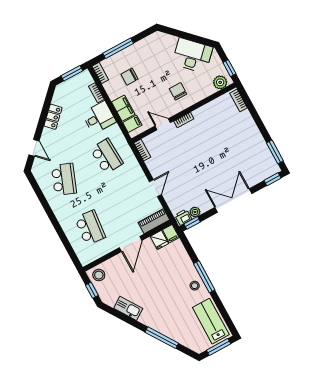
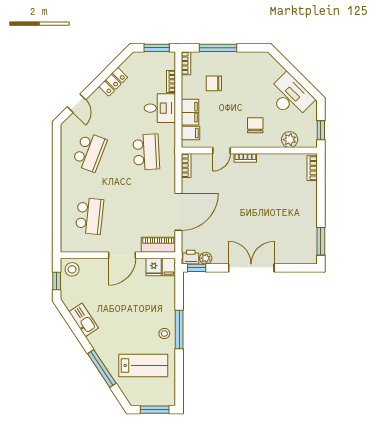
plant: (220, 82) -> (290, 140), moved
door: (163, 124) -> (221, 150), swing flipped
window: (273, 179) -> (303, 268), removed
door: (155, 188) -> (178, 212), width x1.88
lab bench: (211, 321) -> (143, 366), moved, turned 90

